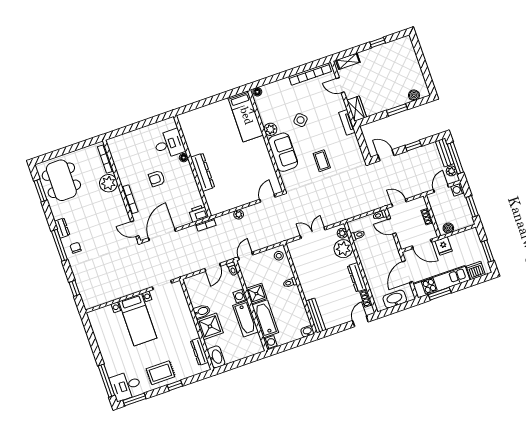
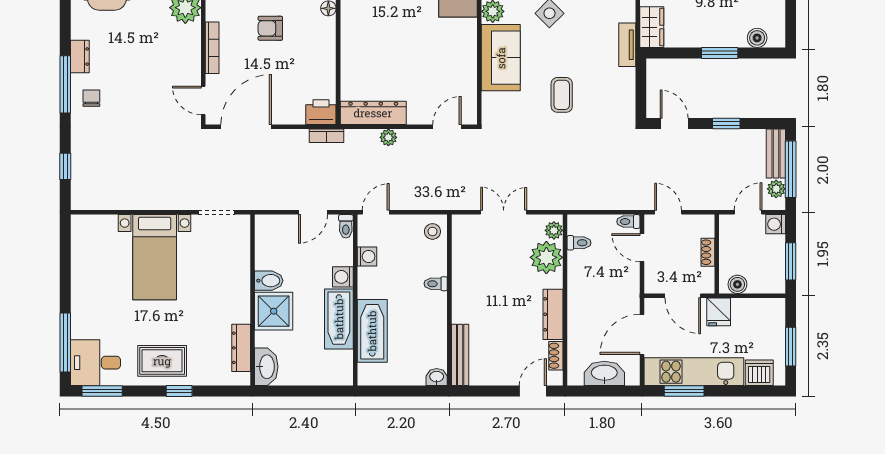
dresser: (203, 172) -> (373, 113), moved, turned -90
shower: (256, 294) -> (372, 283), removed
washing machine: (270, 342) -> (367, 256), moved

